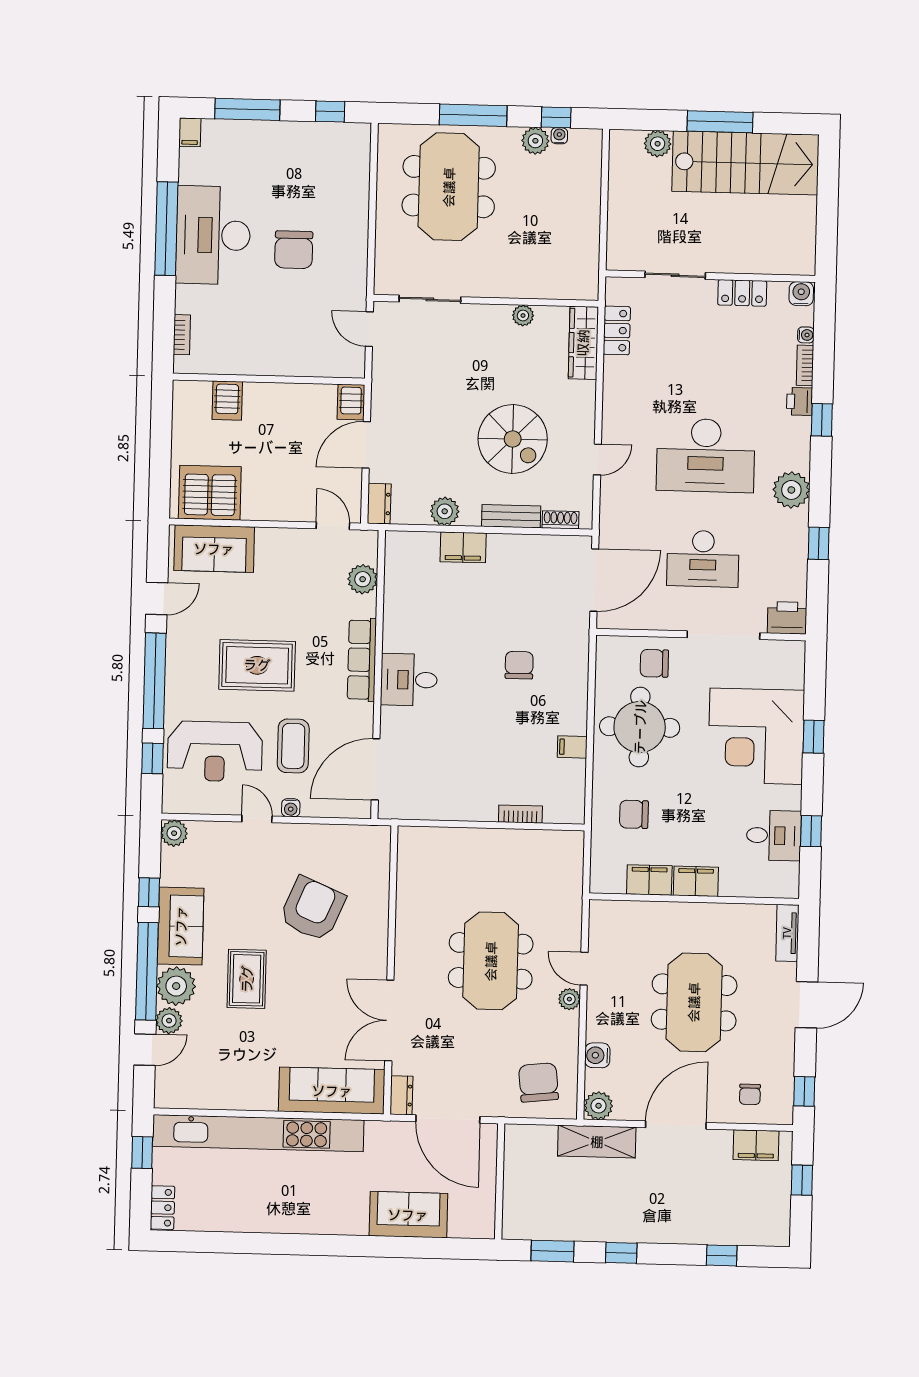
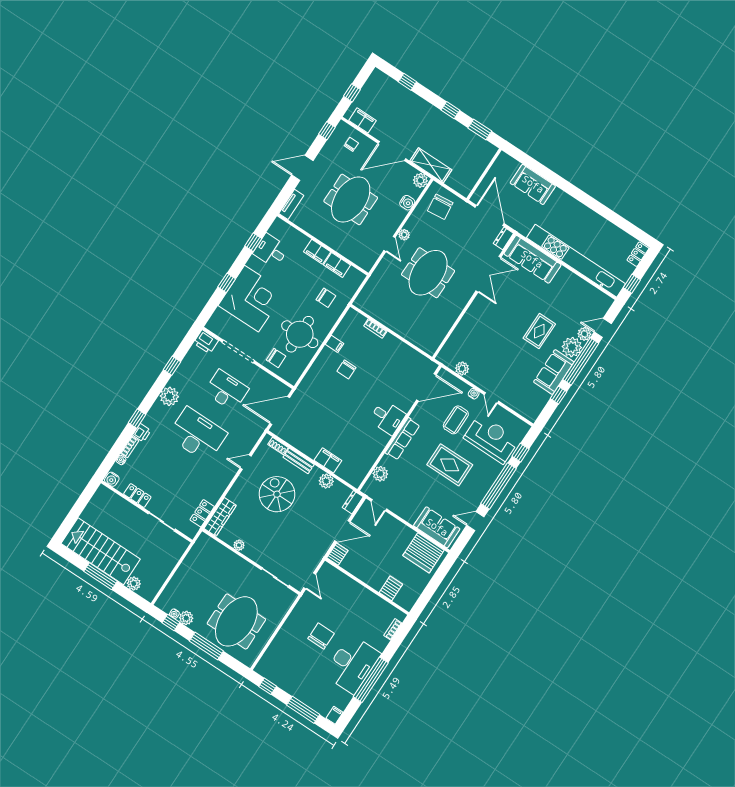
chair: (519, 665) -> (346, 369), moved
plant: (174, 833) -> (462, 369), moved
armchair: (312, 909) -> (492, 344), removed

